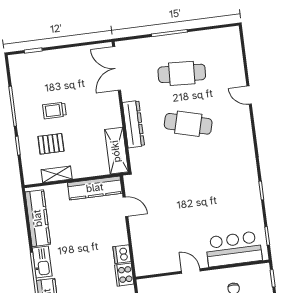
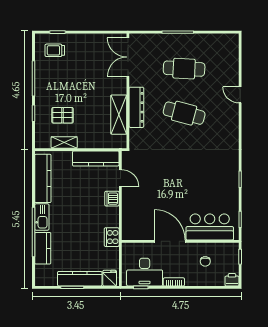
trolley: (54, 110) -> (55, 50), moved
shelving: (116, 151) -> (119, 115), moved
dishwasher: (122, 254) -> (112, 199), moved
door: (191, 271) -> (170, 241), width x1.87

